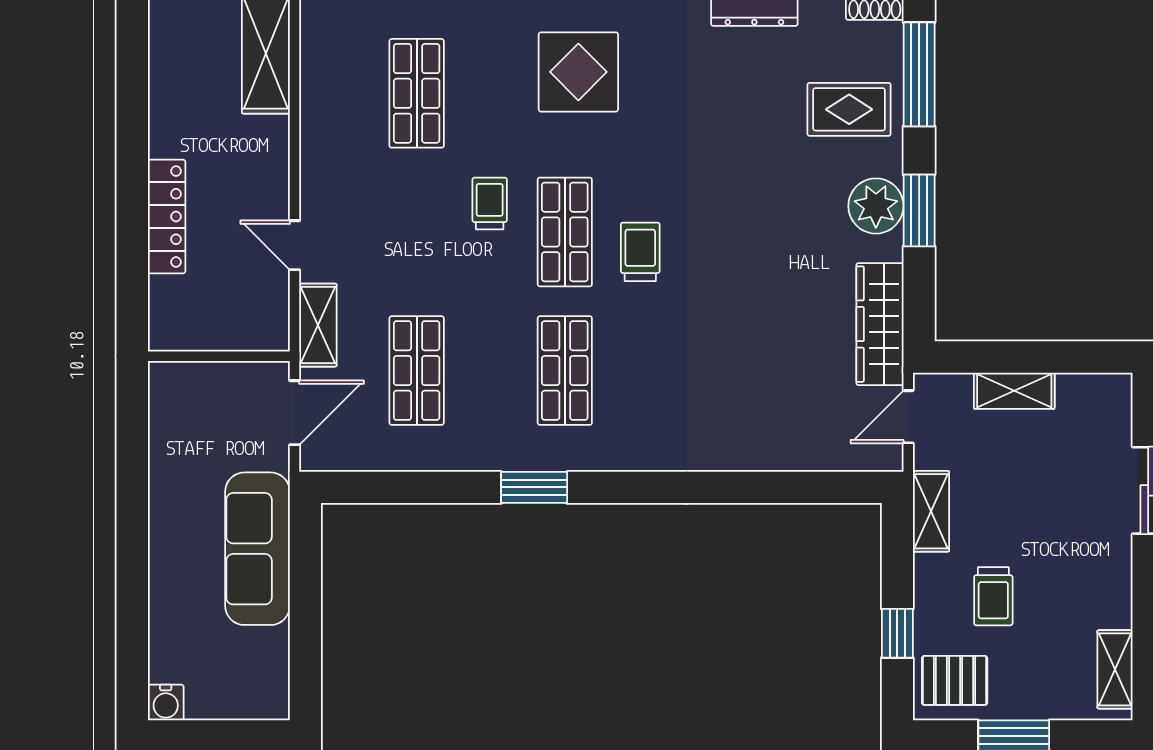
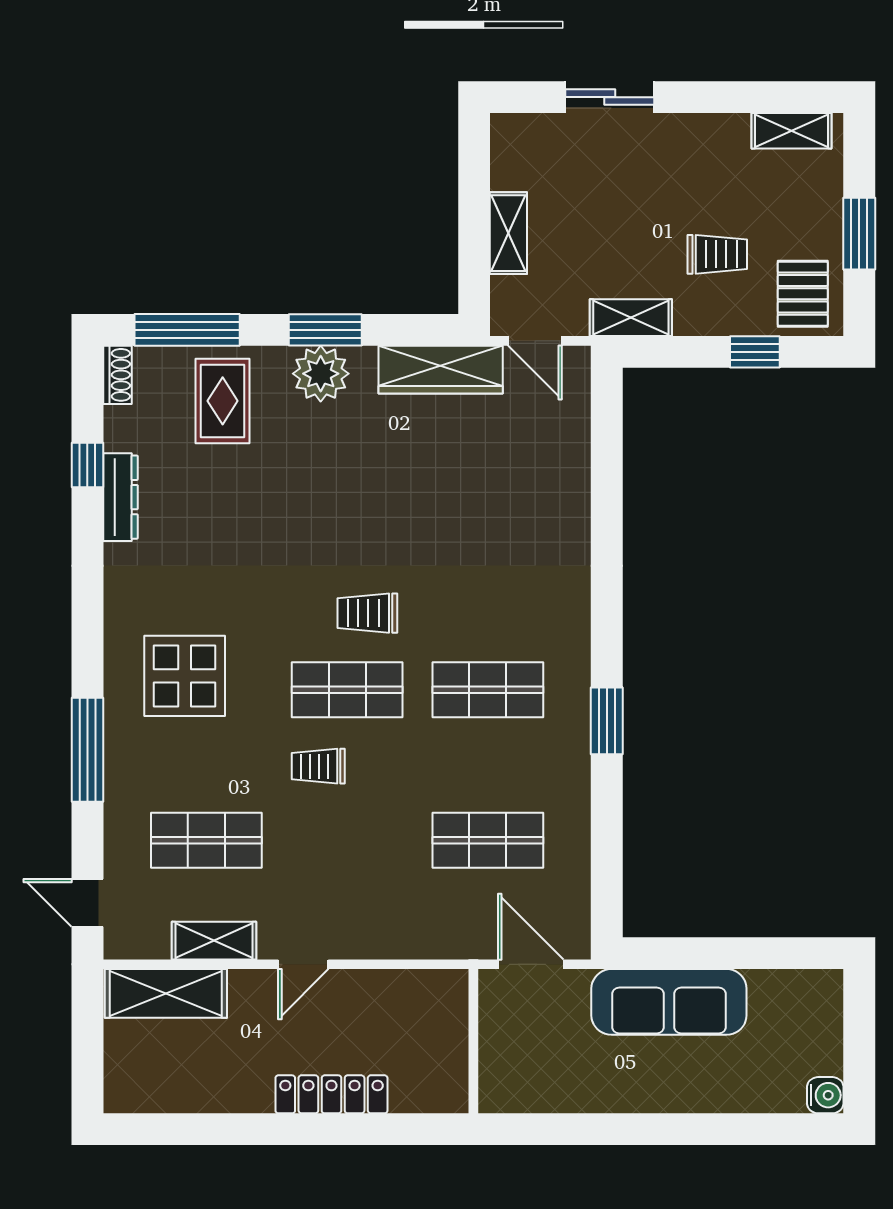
door: (295, 245) -> (303, 964), moved
shelving: (318, 325) -> (214, 941), moved

